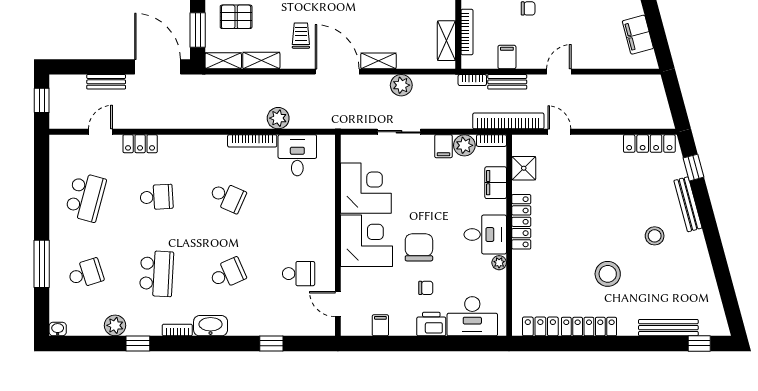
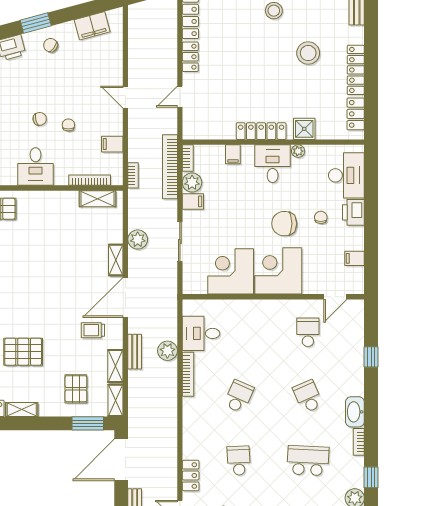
bench: (507, 82) -> (135, 352), moved
bookcase: (508, 121) -> (170, 167), moved
locker: (604, 143) -> (190, 57), added
shower: (524, 168) -> (304, 129), moved
filing cabinet: (496, 183) -> (233, 154), width x0.50

